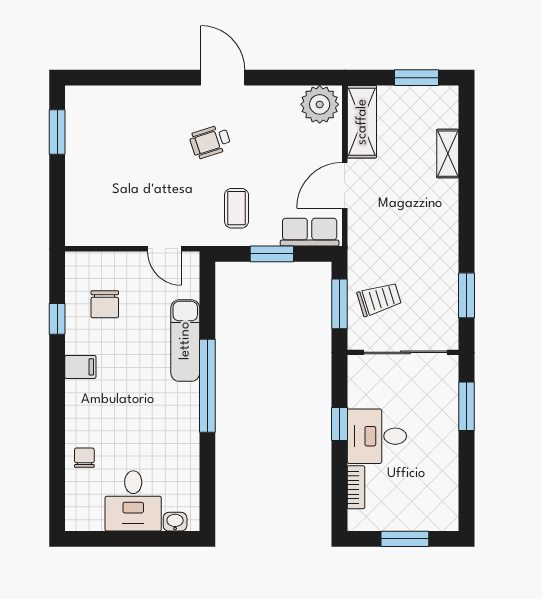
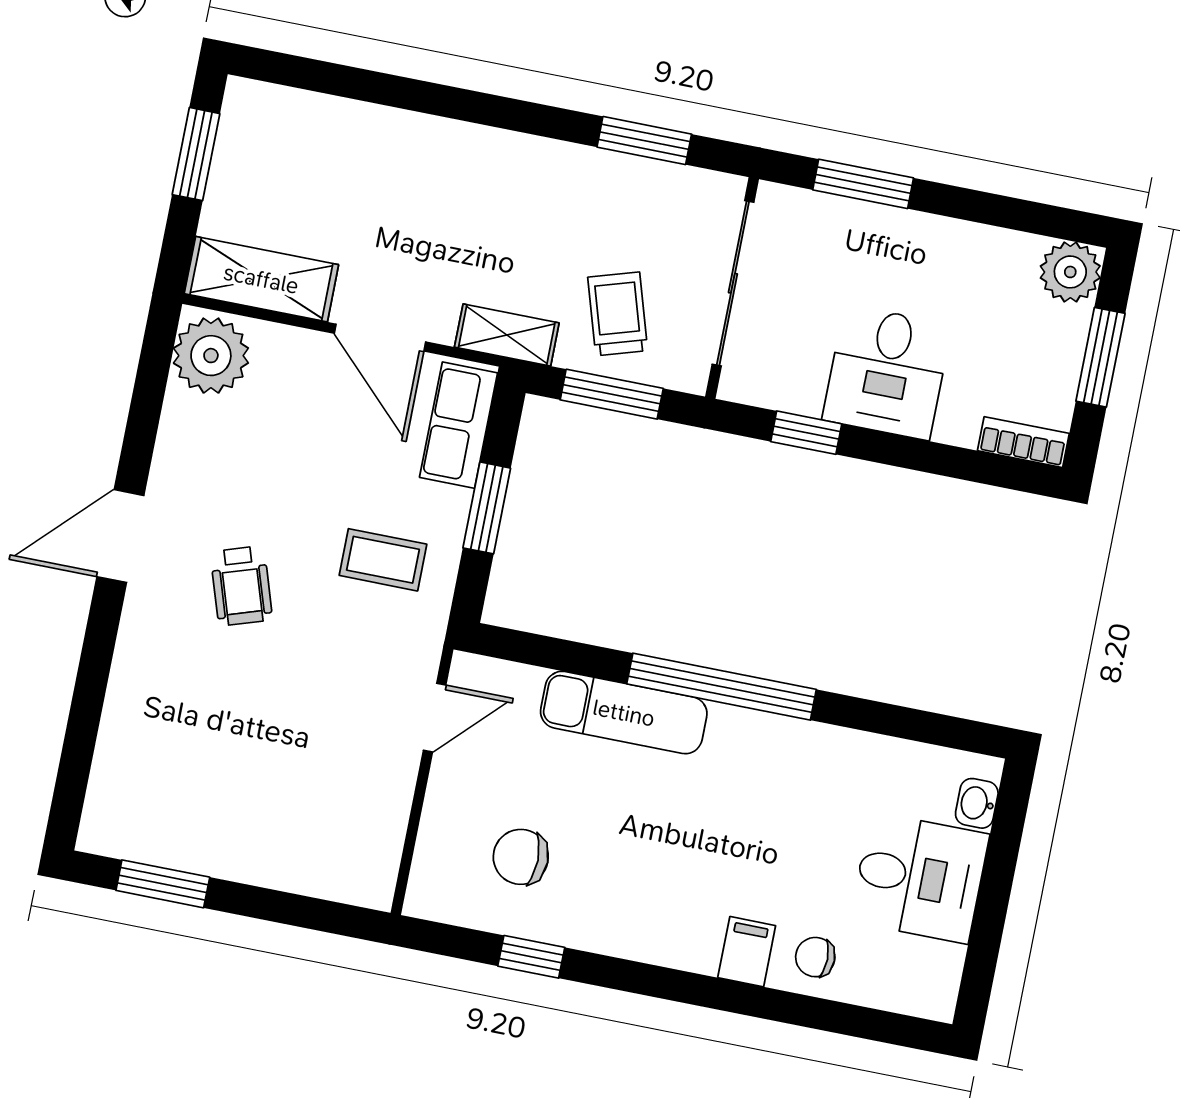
shelving: (448, 154) -> (507, 335), moved
chair: (105, 304) -> (521, 857), turned 180
filing cabinet: (80, 367) -> (747, 952), moved
window: (340, 424) -> (806, 433), moved
bookcase: (356, 487) -> (1023, 442), moved
plant: (444, 516) -> (1070, 272), added

